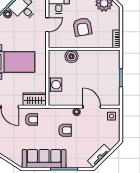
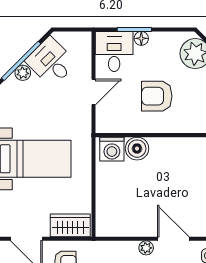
armchair: (82, 27) -> (157, 96), turned 100
washing machine: (55, 85) -> (112, 149), moved, turned 90

